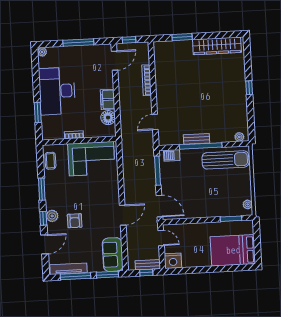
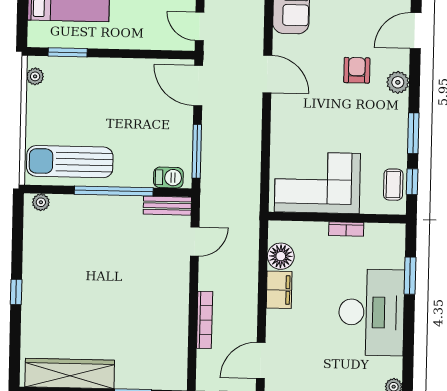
bench: (196, 139) -> (167, 206), moved
door: (123, 215) -> (267, 74), swing flipped
window: (43, 218) -> (412, 182), moved

